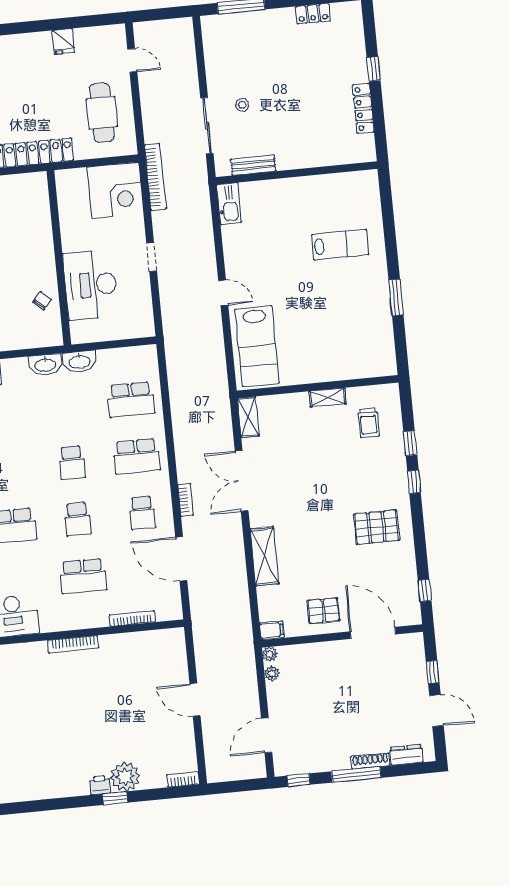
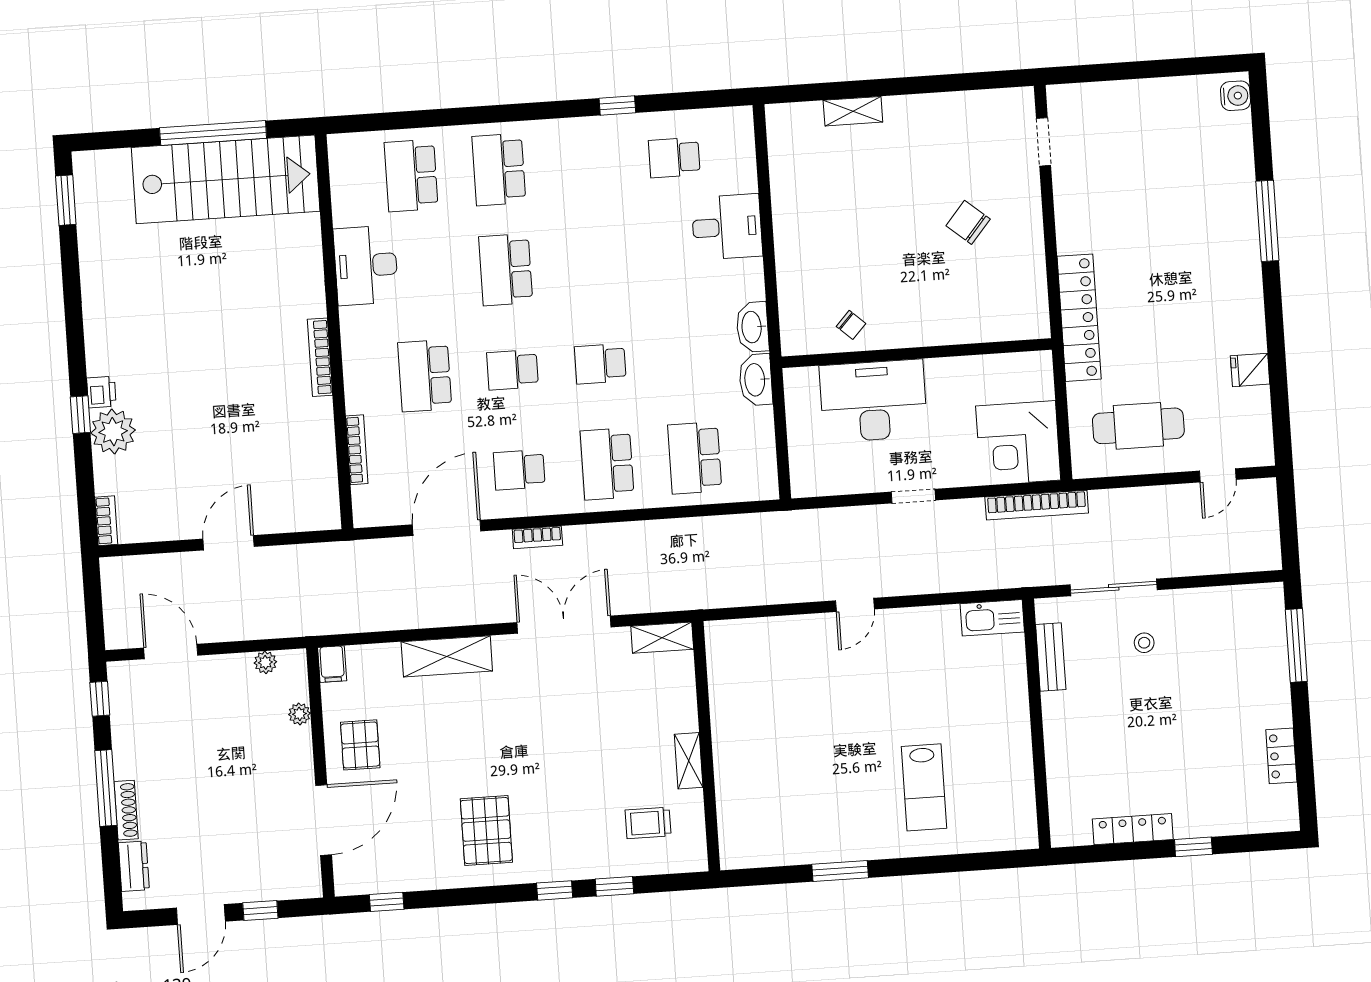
lab bench: (257, 346) -> (771, 655), removed
plant: (270, 654) -> (299, 714), moved

